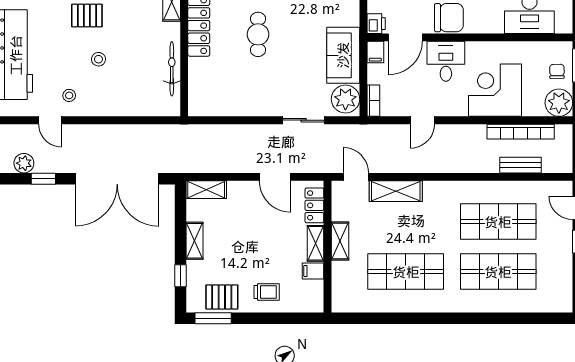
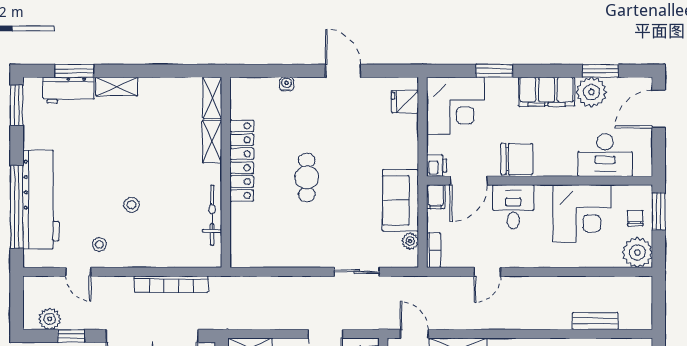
pallet: (87, 16) -> (119, 157), removed
corner desk: (495, 90) -> (582, 214), moved, turned 180
plant: (345, 99) -> (410, 241), width x0.53, depth x0.53
bookcase: (521, 132) -> (171, 284), moved

